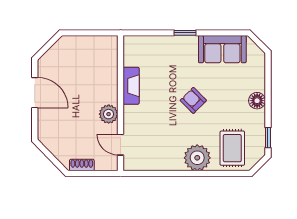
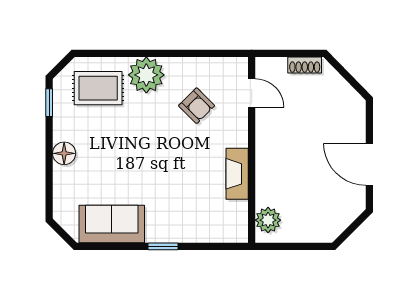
armchair: (193, 100) -> (197, 106), moved
plant: (109, 114) -> (268, 220), moved
rug: (232, 148) -> (98, 88), turned 90

